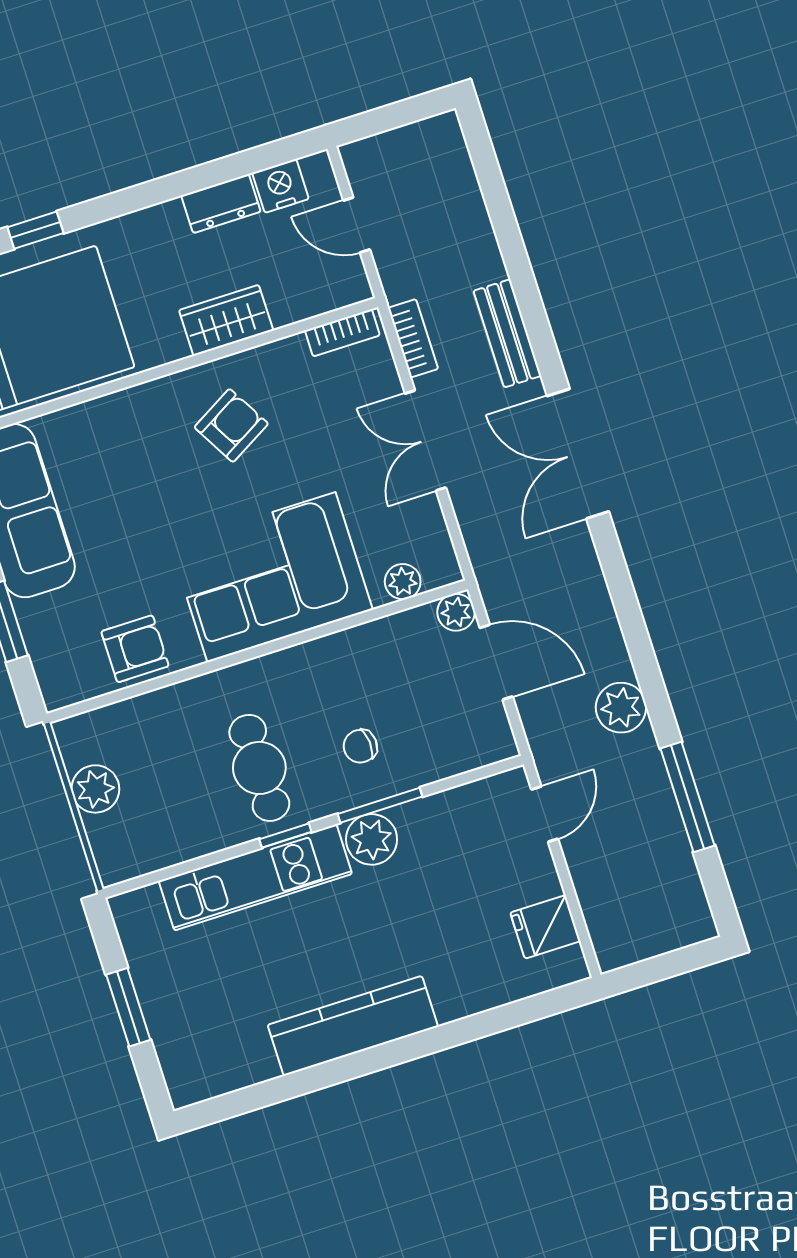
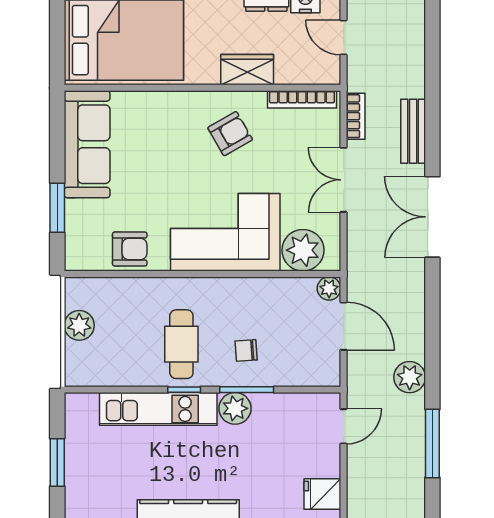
bookcase: (342, 333) -> (302, 99), width x1.56
plant: (403, 582) -> (303, 250), width x1.87, depth x1.87

